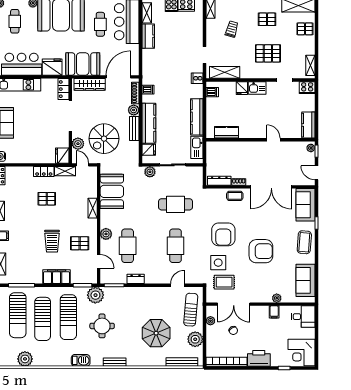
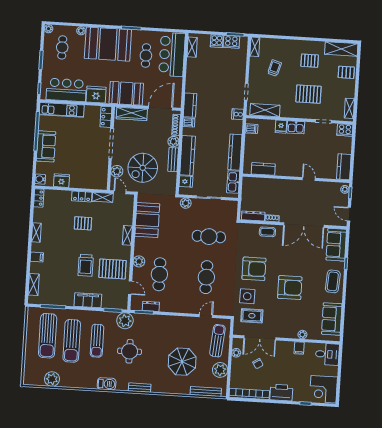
kitchen counter: (148, 36) -> (190, 105), moved
fridge: (62, 156) -> (61, 181), moved, turned 90
armchair: (223, 234) -> (254, 269), turned -90
pallet: (80, 243) -> (113, 269), width x1.50, depth x1.42
dresser: (136, 279) -> (151, 306), moved
sun lounger: (68, 317) -> (97, 341), width x0.73, depth x0.75

